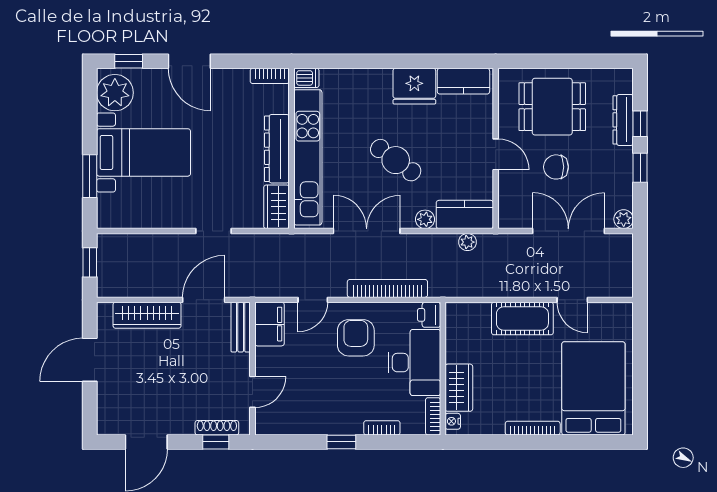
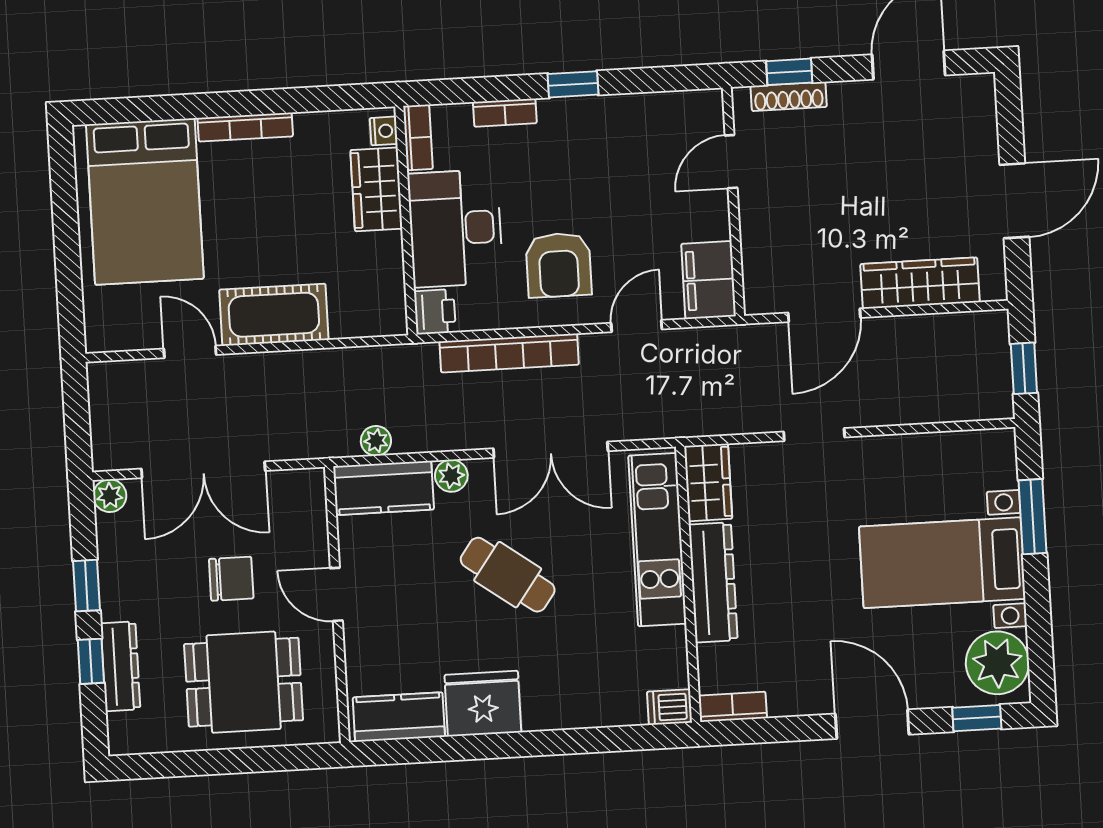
kitchen unit: (308, 157) -> (657, 540), width x0.73
bench: (241, 327) -> (758, 272), removed

